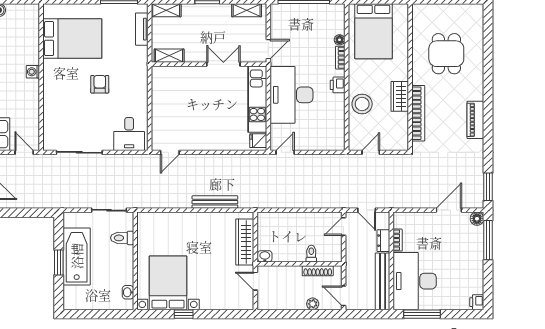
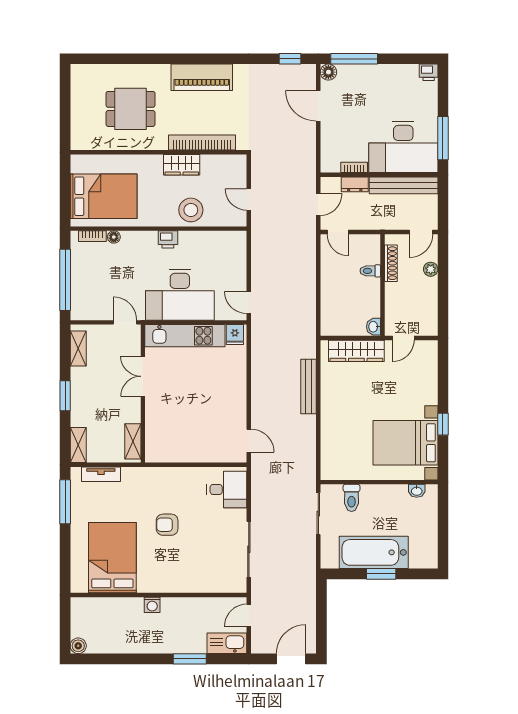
bookcase: (340, 58) -> (92, 236), moved
piano: (475, 120) -> (202, 77), width x1.37, depth x1.33
window: (488, 187) -> (290, 59), width x0.67

